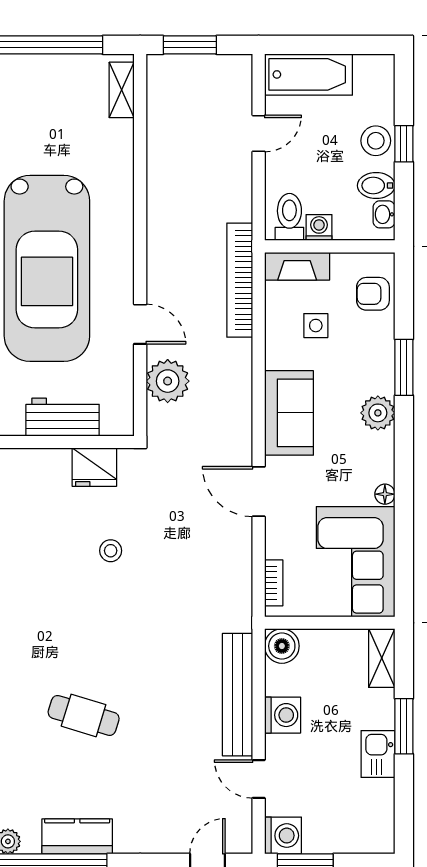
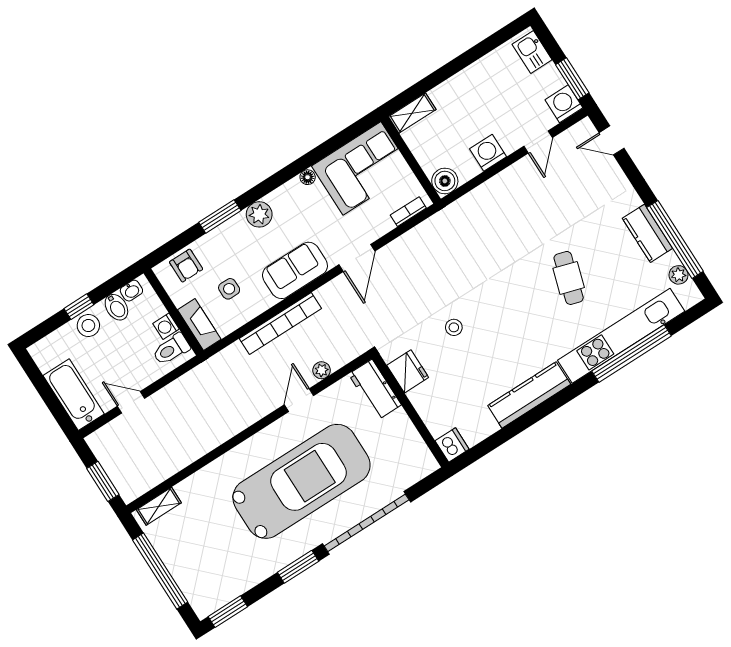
bookcase: (240, 280) -> (280, 324), moved
plant: (168, 381) -> (322, 370), width x0.53, depth x0.53
workbench: (63, 417) -> (375, 389), moved
bench: (237, 695) -> (493, 189), removed
window: (404, 726) -> (446, 72), removed
kitchen sink: (378, 754) -> (532, 52), moved, turned 90

